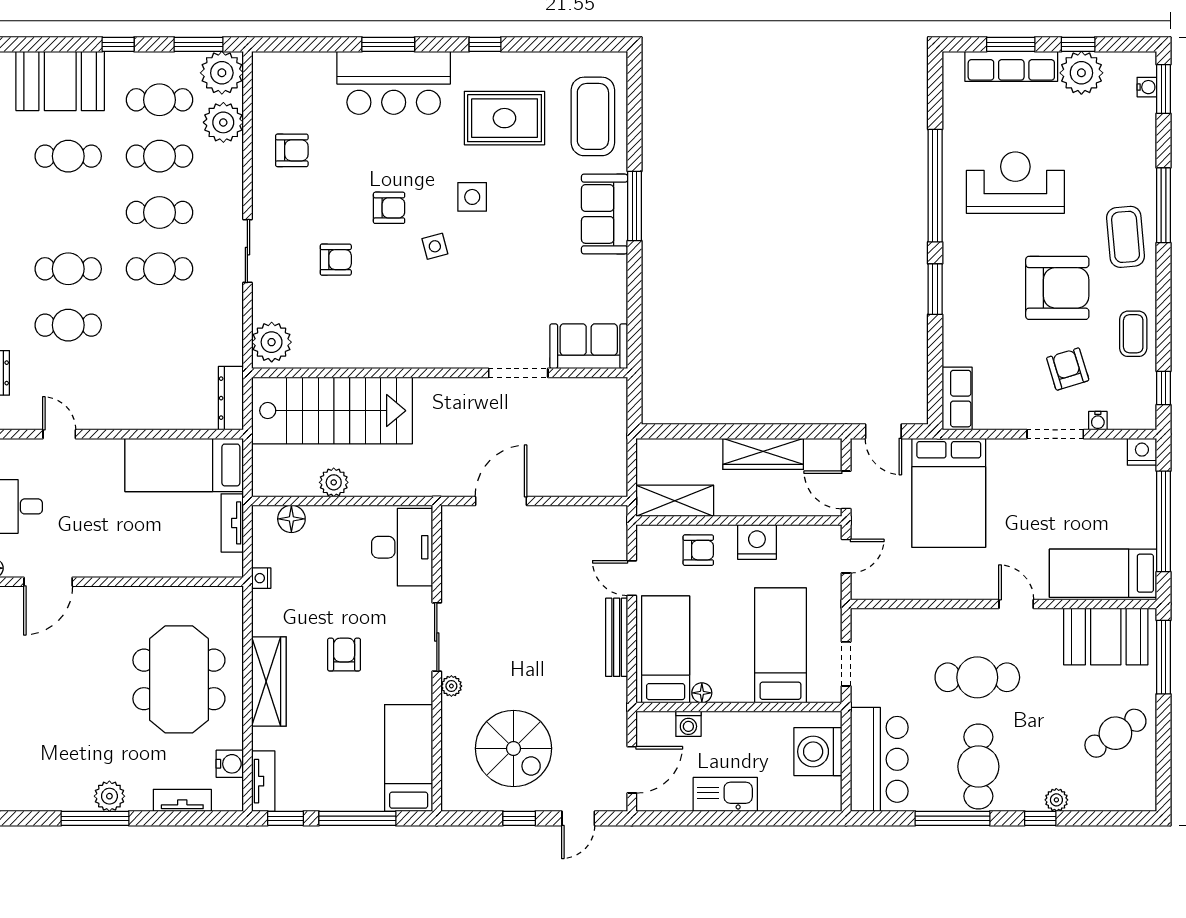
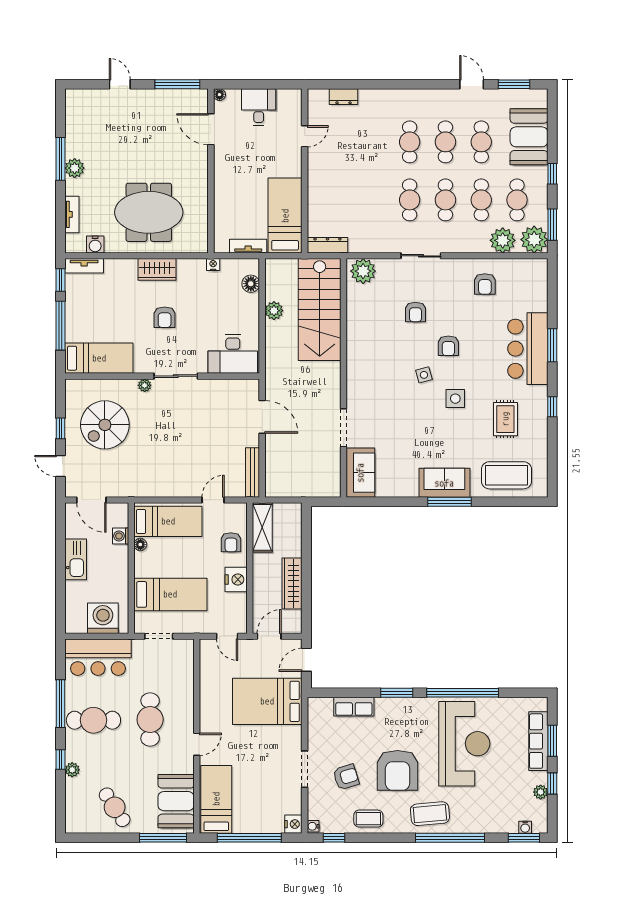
plant: (1081, 73) -> (541, 792), width x0.53, depth x0.53
rug: (504, 118) -> (505, 419), width x0.73, depth x0.70
reception desk: (1015, 183) -> (464, 744), width x1.36, depth x1.30
window: (1164, 205) -> (450, 838), width x1.46
cafe table: (68, 325) -> (445, 142), moved
row of seats: (957, 399) -> (354, 707), moved
water cooler: (1098, 421) -> (313, 826), moved
bench: (617, 637) -> (253, 472), moved, turned 90
armchair: (344, 655) -> (165, 317), turned 90
wardrobe: (269, 681) -> (157, 269), width x0.67

